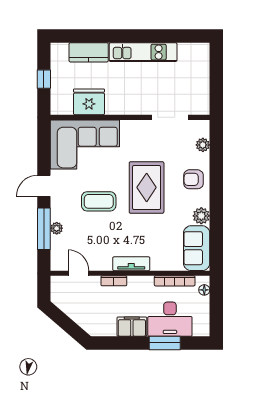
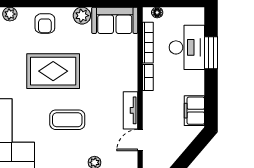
coffee table: (99, 201) -> (67, 120), turned 90
tv unit: (131, 264) -> (131, 110), moved
bookcase: (114, 281) -> (148, 78), moved
filing cabinet: (132, 327) -> (194, 111), moved

